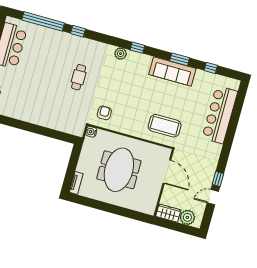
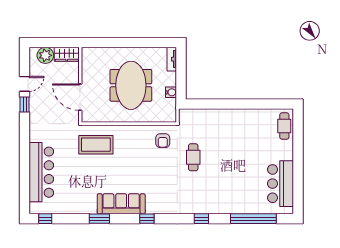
window: (78, 31) -> (201, 219), moved
plant: (121, 54) -> (163, 208), removed
window: (211, 68) -> (45, 219), moved
sofa: (172, 71) -> (121, 204), moved
cafe table: (79, 77) -> (193, 157), moved
water cooler: (91, 132) -> (171, 92), moved

